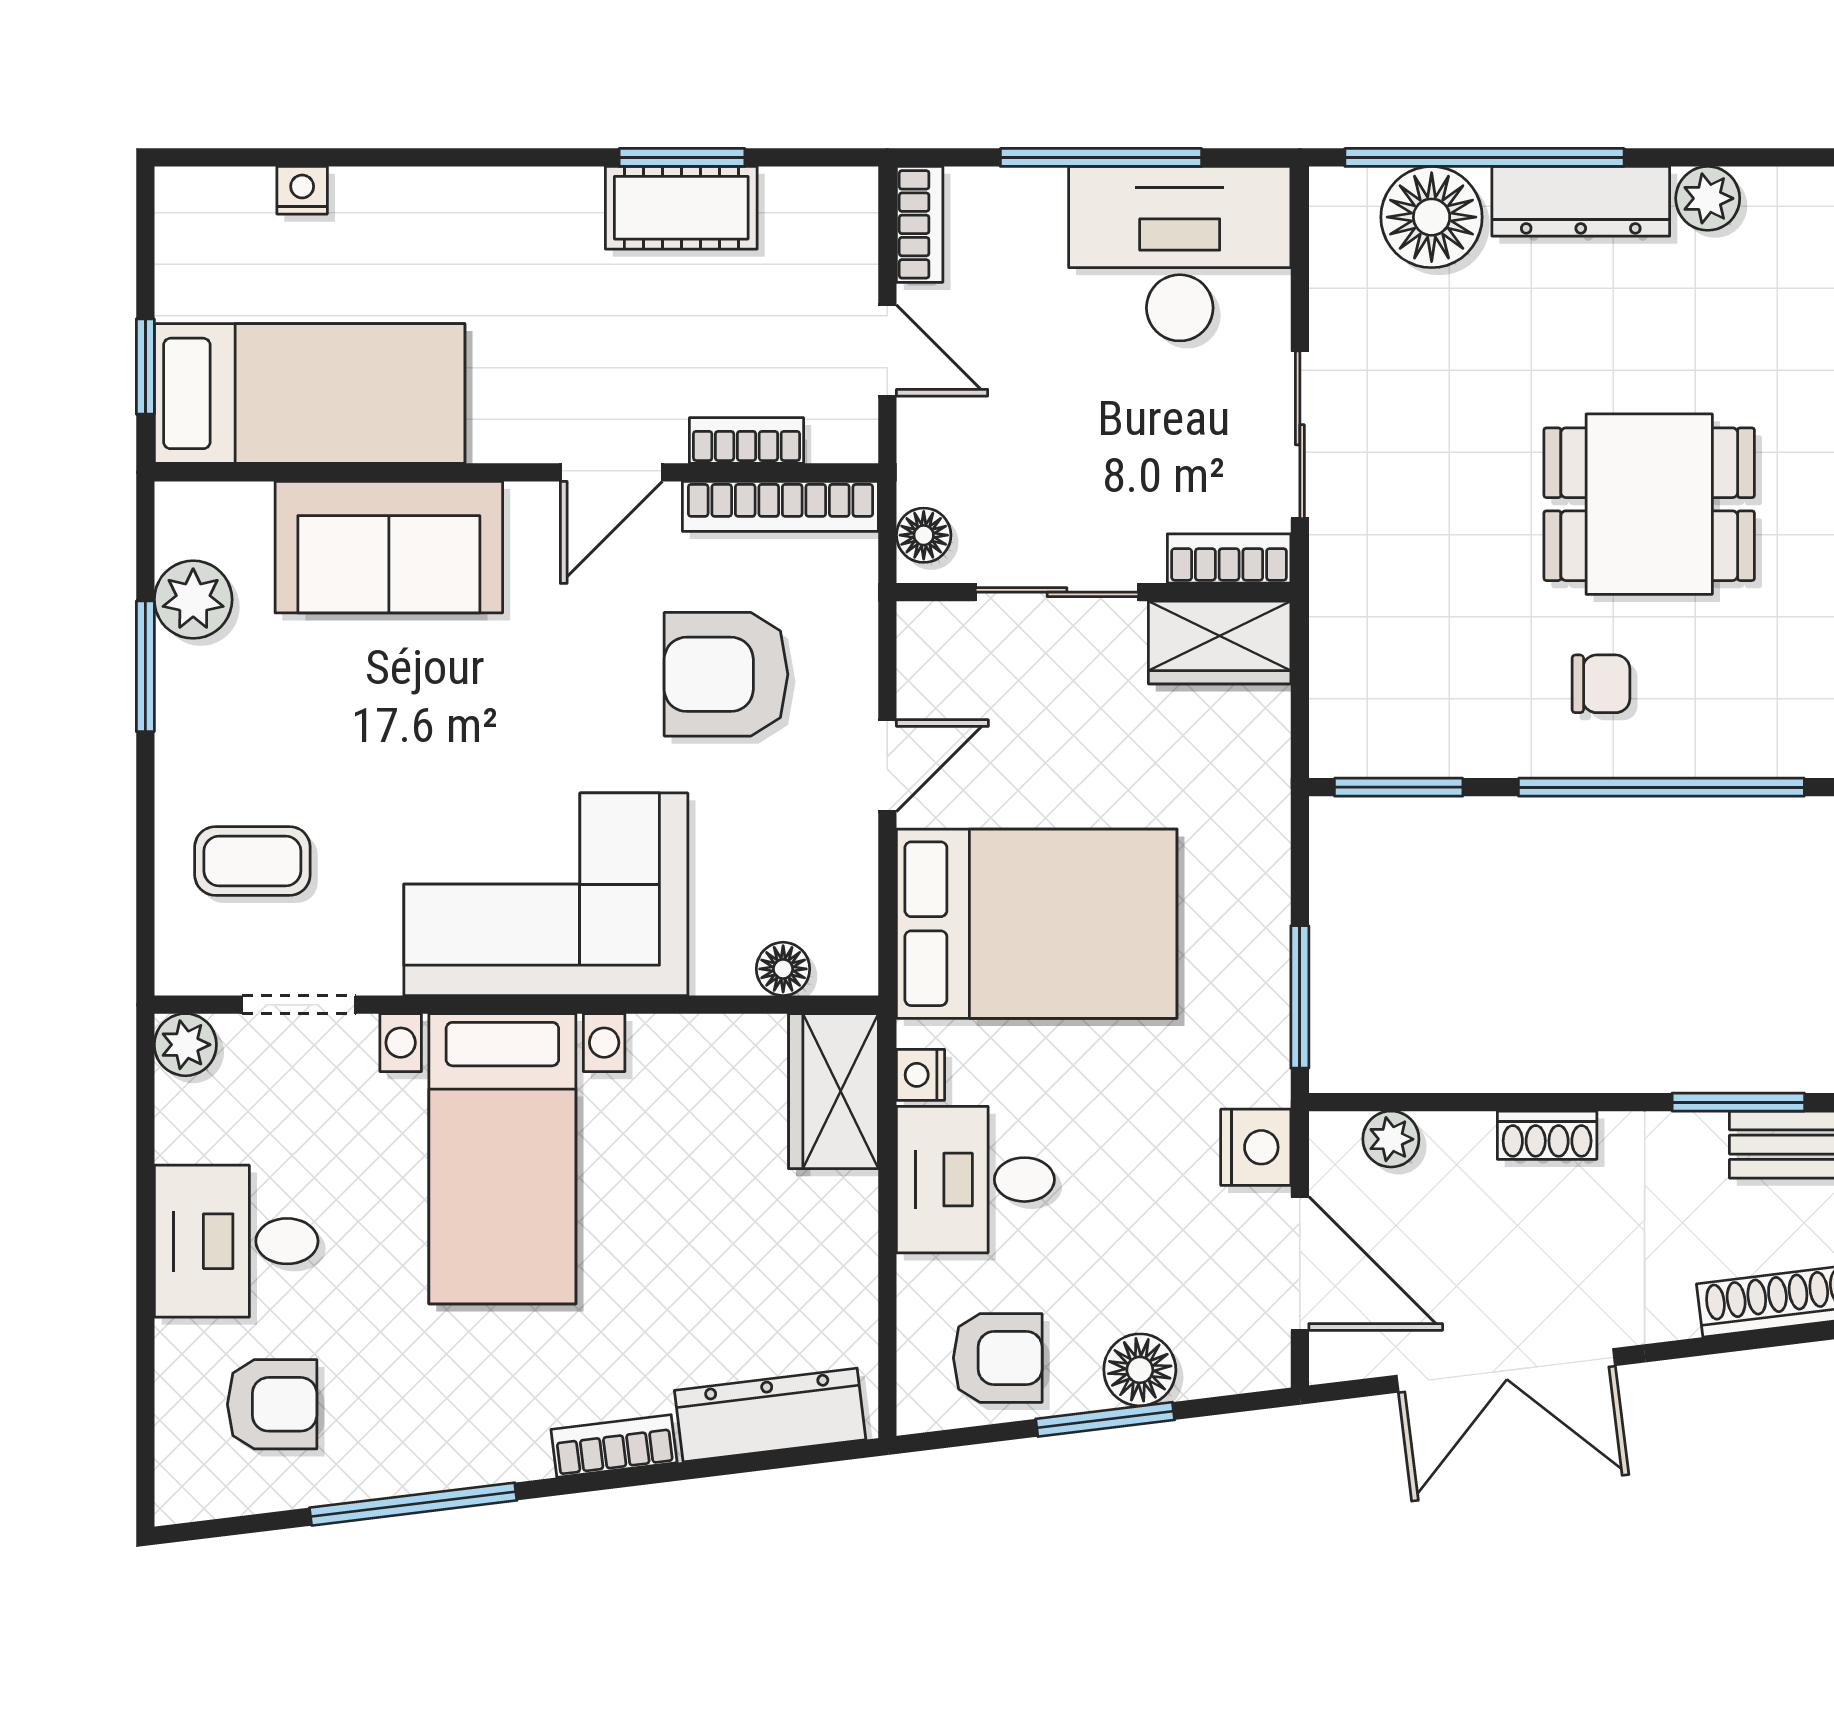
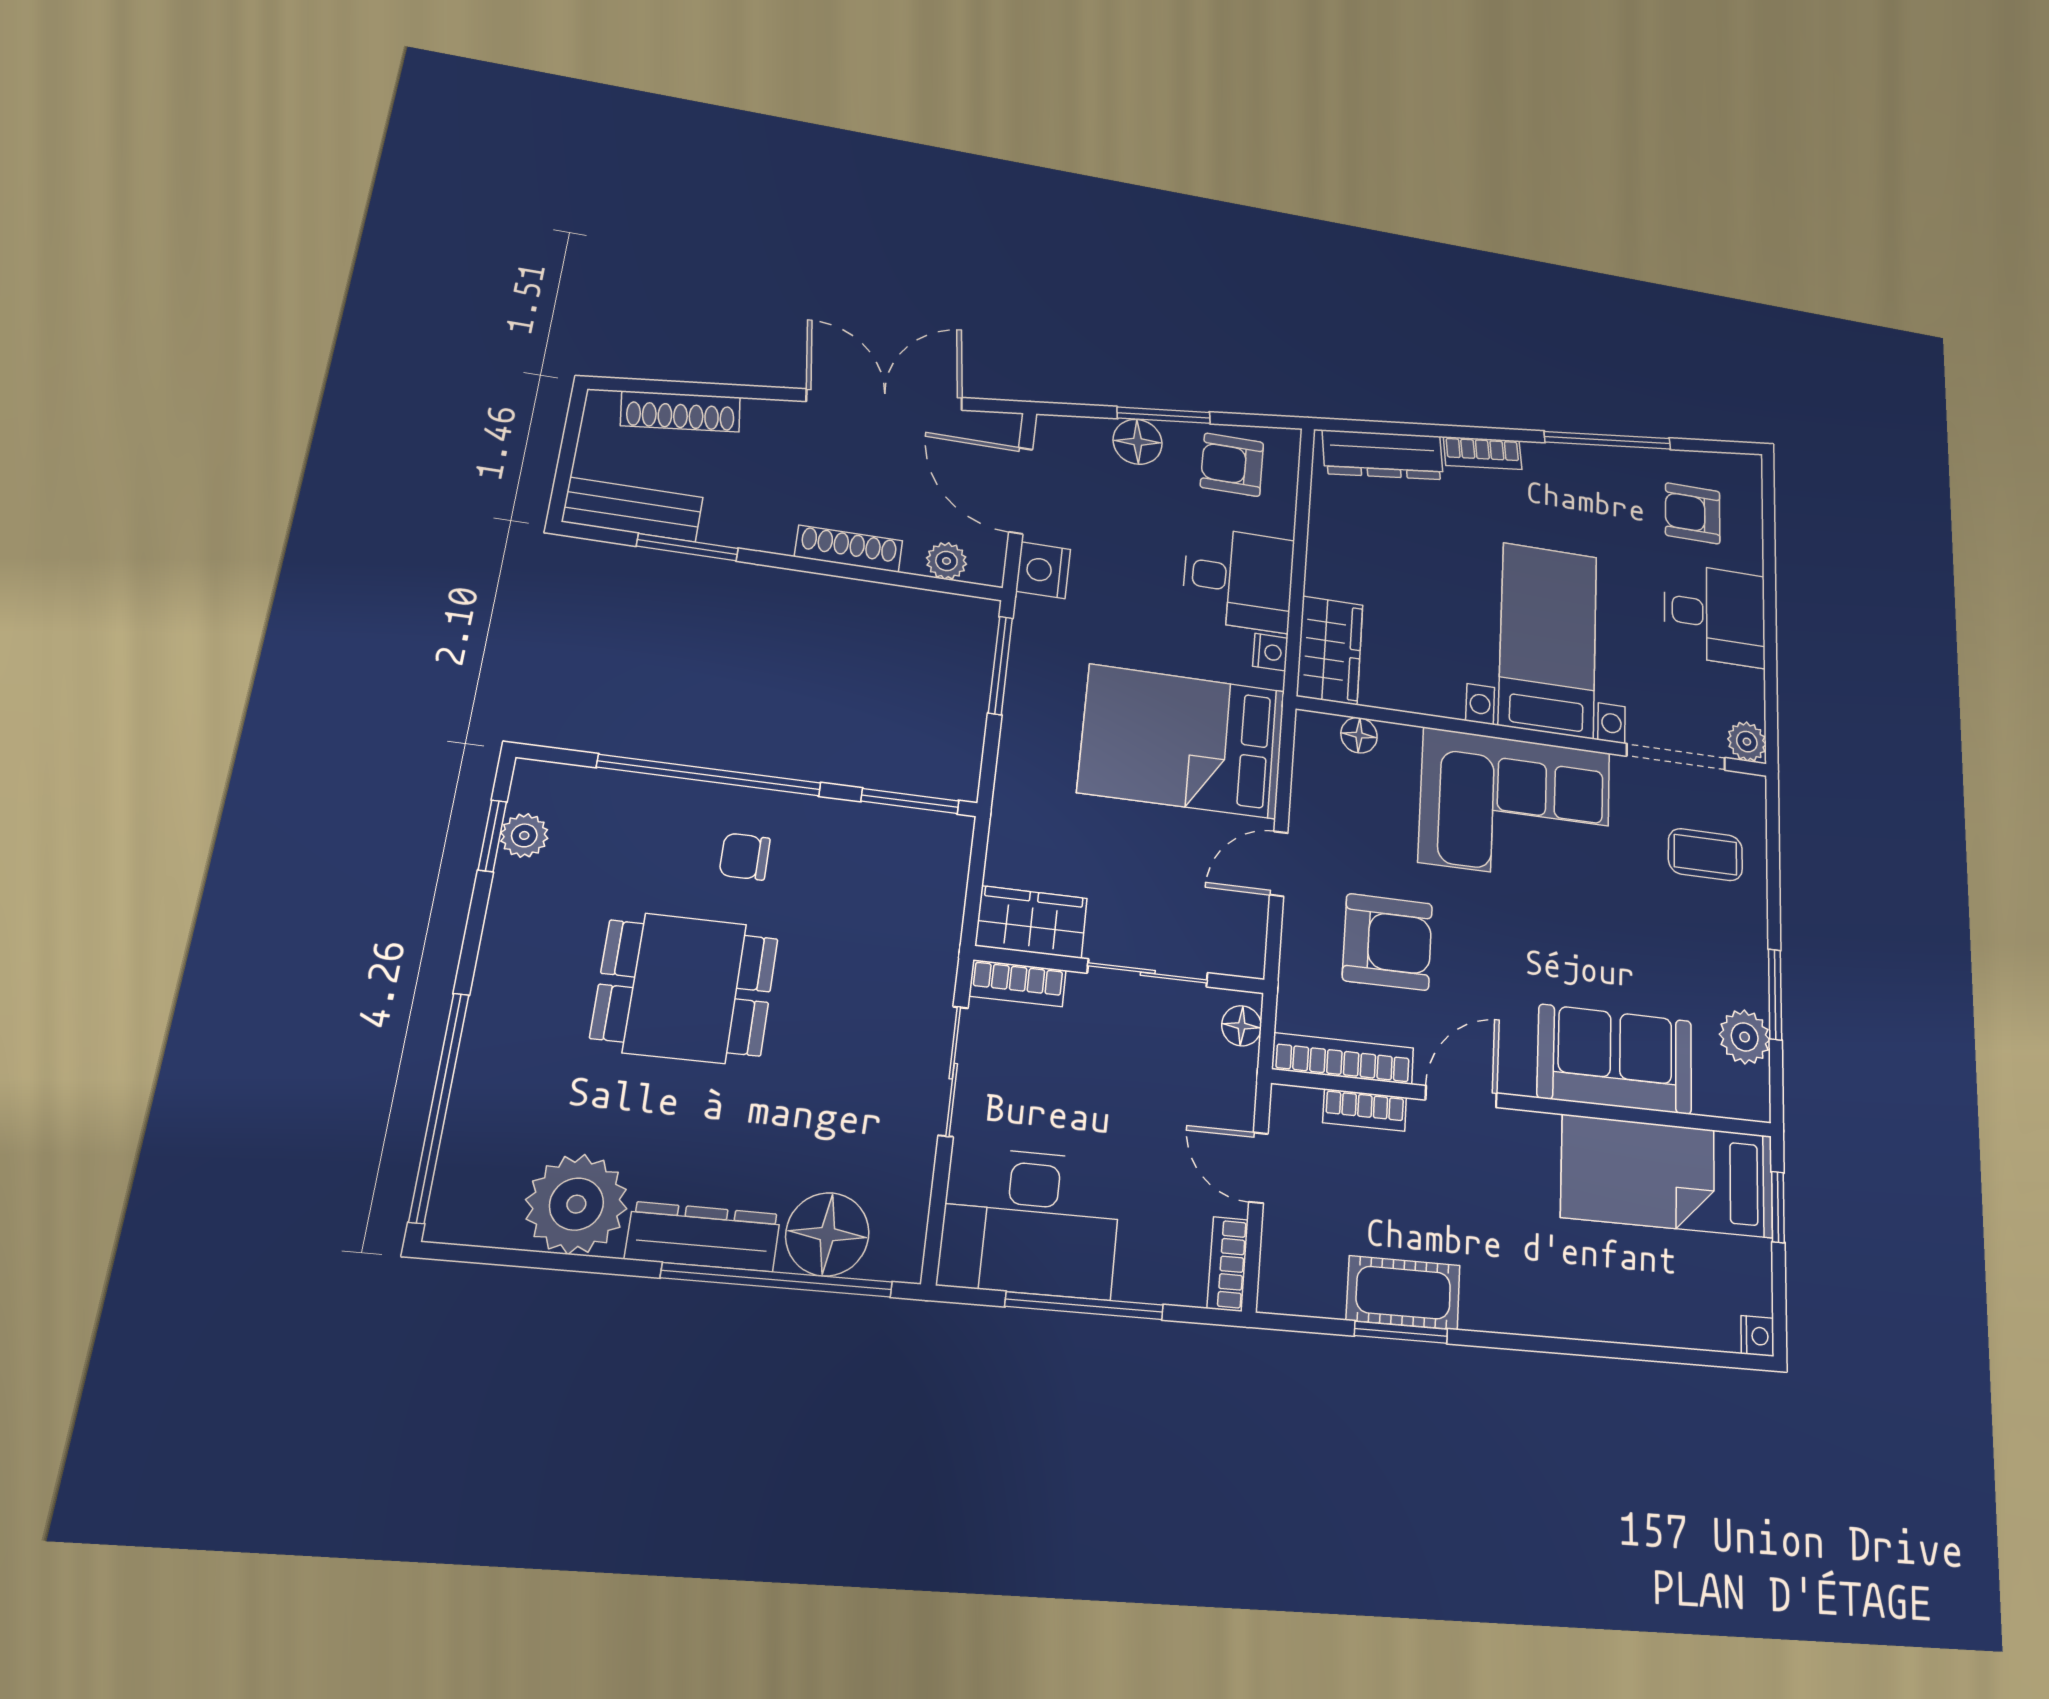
nightstand: (302, 190) -> (1757, 1336), moved, turned -90
plant: (1708, 198) -> (576, 1204), width x1.88, depth x1.88
doorway: (299, 1005) -> (1676, 757), width x1.38
shoe rack: (1547, 1135) -> (849, 549), width x1.43

